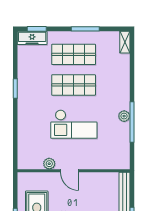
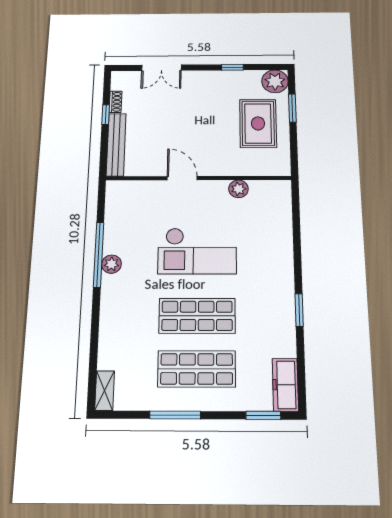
freezer: (32, 38) -> (285, 385), moved, turned -90
checkout: (74, 124) -> (197, 251), turned 180
door: (69, 171) -> (182, 178), moved

